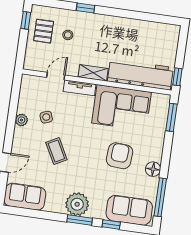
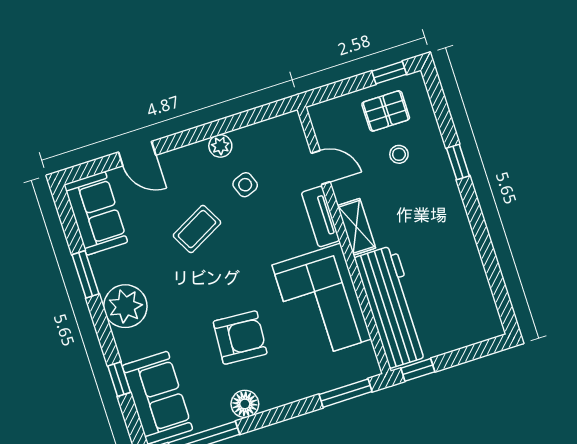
window: (80, 220) -> (85, 274), moved

